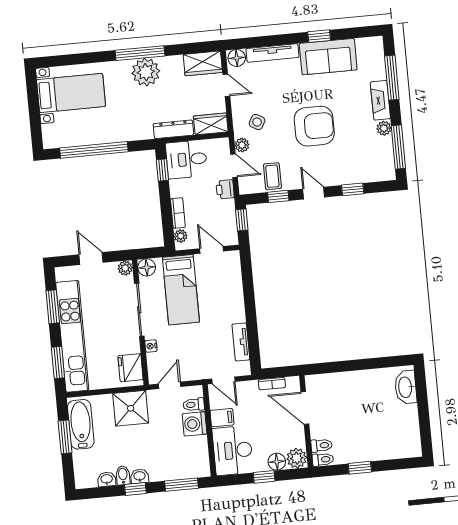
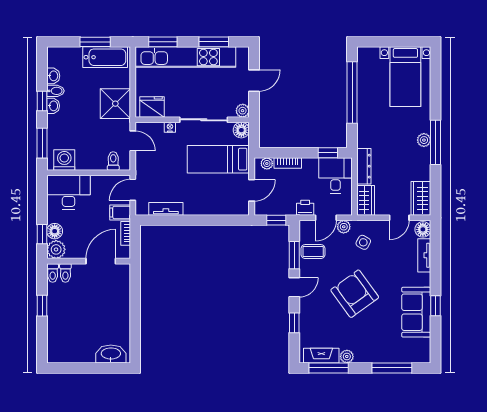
tv unit: (272, 53) -> (424, 255), width x0.71
plant: (146, 72) -> (424, 140), width x0.53, depth x0.53
fireplace: (380, 100) -> (321, 356), moved
armchair: (314, 126) -> (355, 294), turned 144
window: (278, 196) -> (294, 255), width x1.50
filing cabinet: (222, 418) -> (120, 212), moved, turned 90
washing machine: (195, 424) -> (64, 160), moved
window: (264, 477) -> (42, 234), moved

